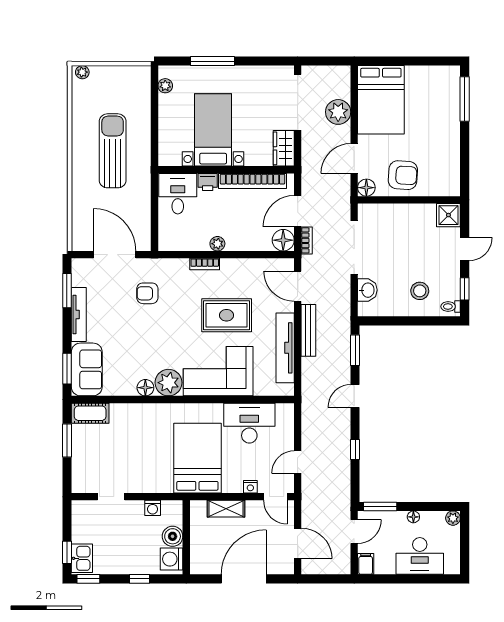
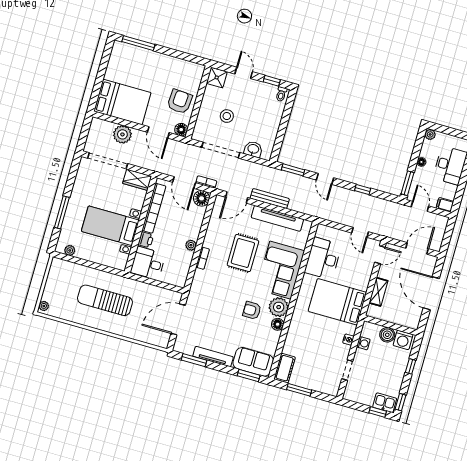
stool: (420, 291) -> (227, 116), moved
armchair: (147, 293) -> (252, 310), moved, turned 90
nightstand: (250, 487) -> (348, 340), moved

